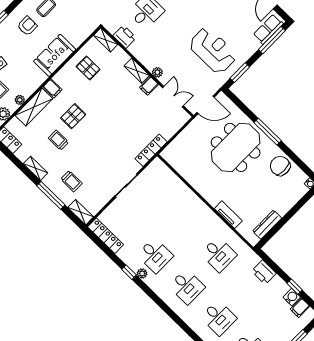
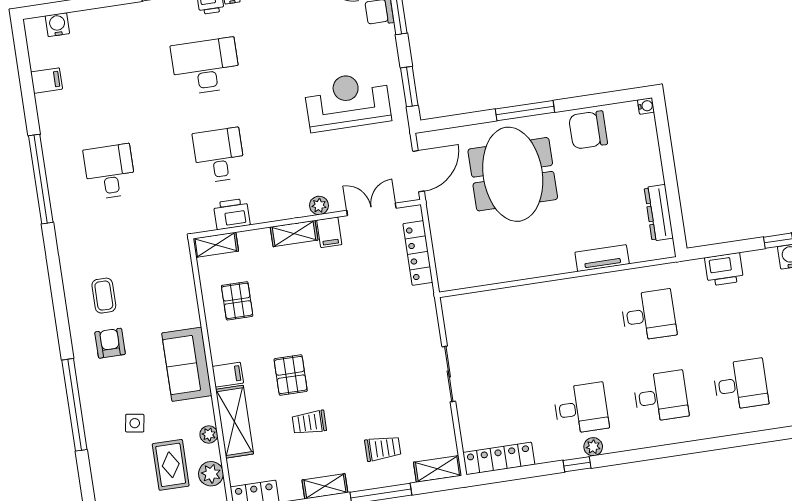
sofa: (55, 55) -> (187, 364), moved
pallet: (88, 68) -> (237, 301), turned 90
locker: (151, 150) -> (418, 253), moved

